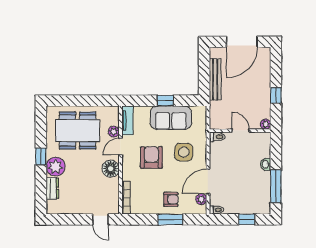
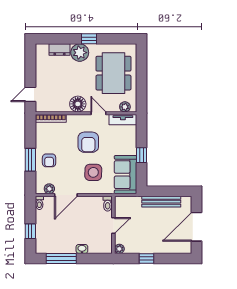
door: (242, 42) -> (196, 227), hinge flipped
sofa: (171, 118) -> (125, 175), moved
plant: (114, 132) -> (125, 107), moved
armchair: (151, 157) -> (88, 142), turned 90
door: (208, 181) -> (66, 195), swing flipped

